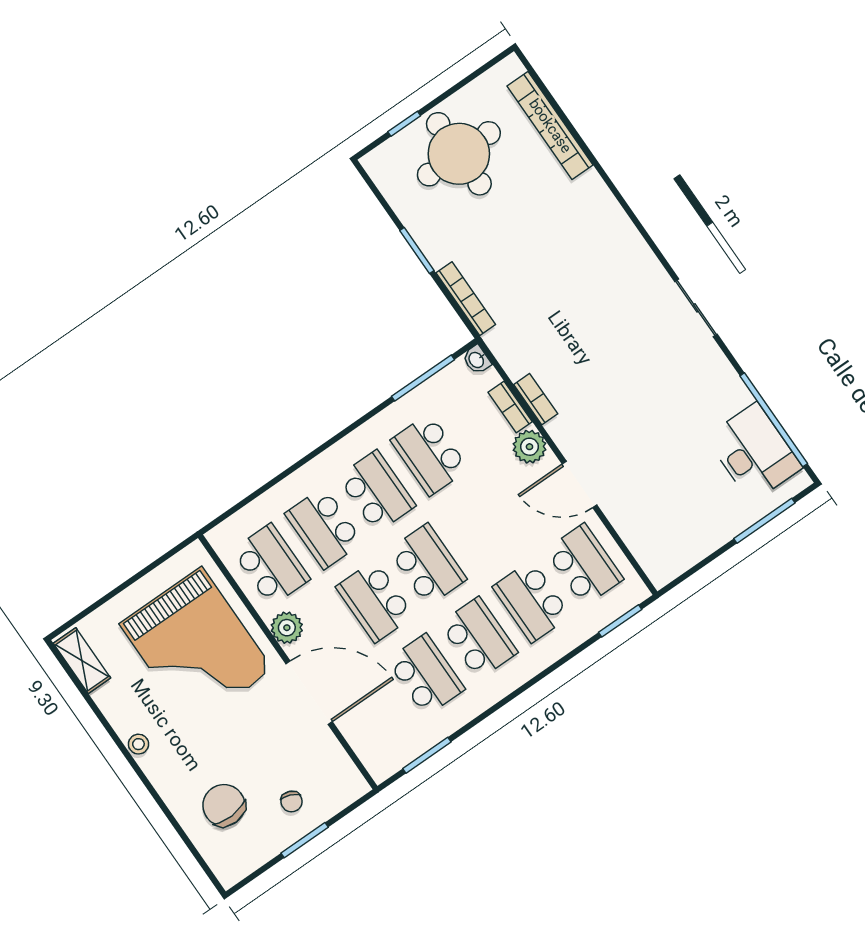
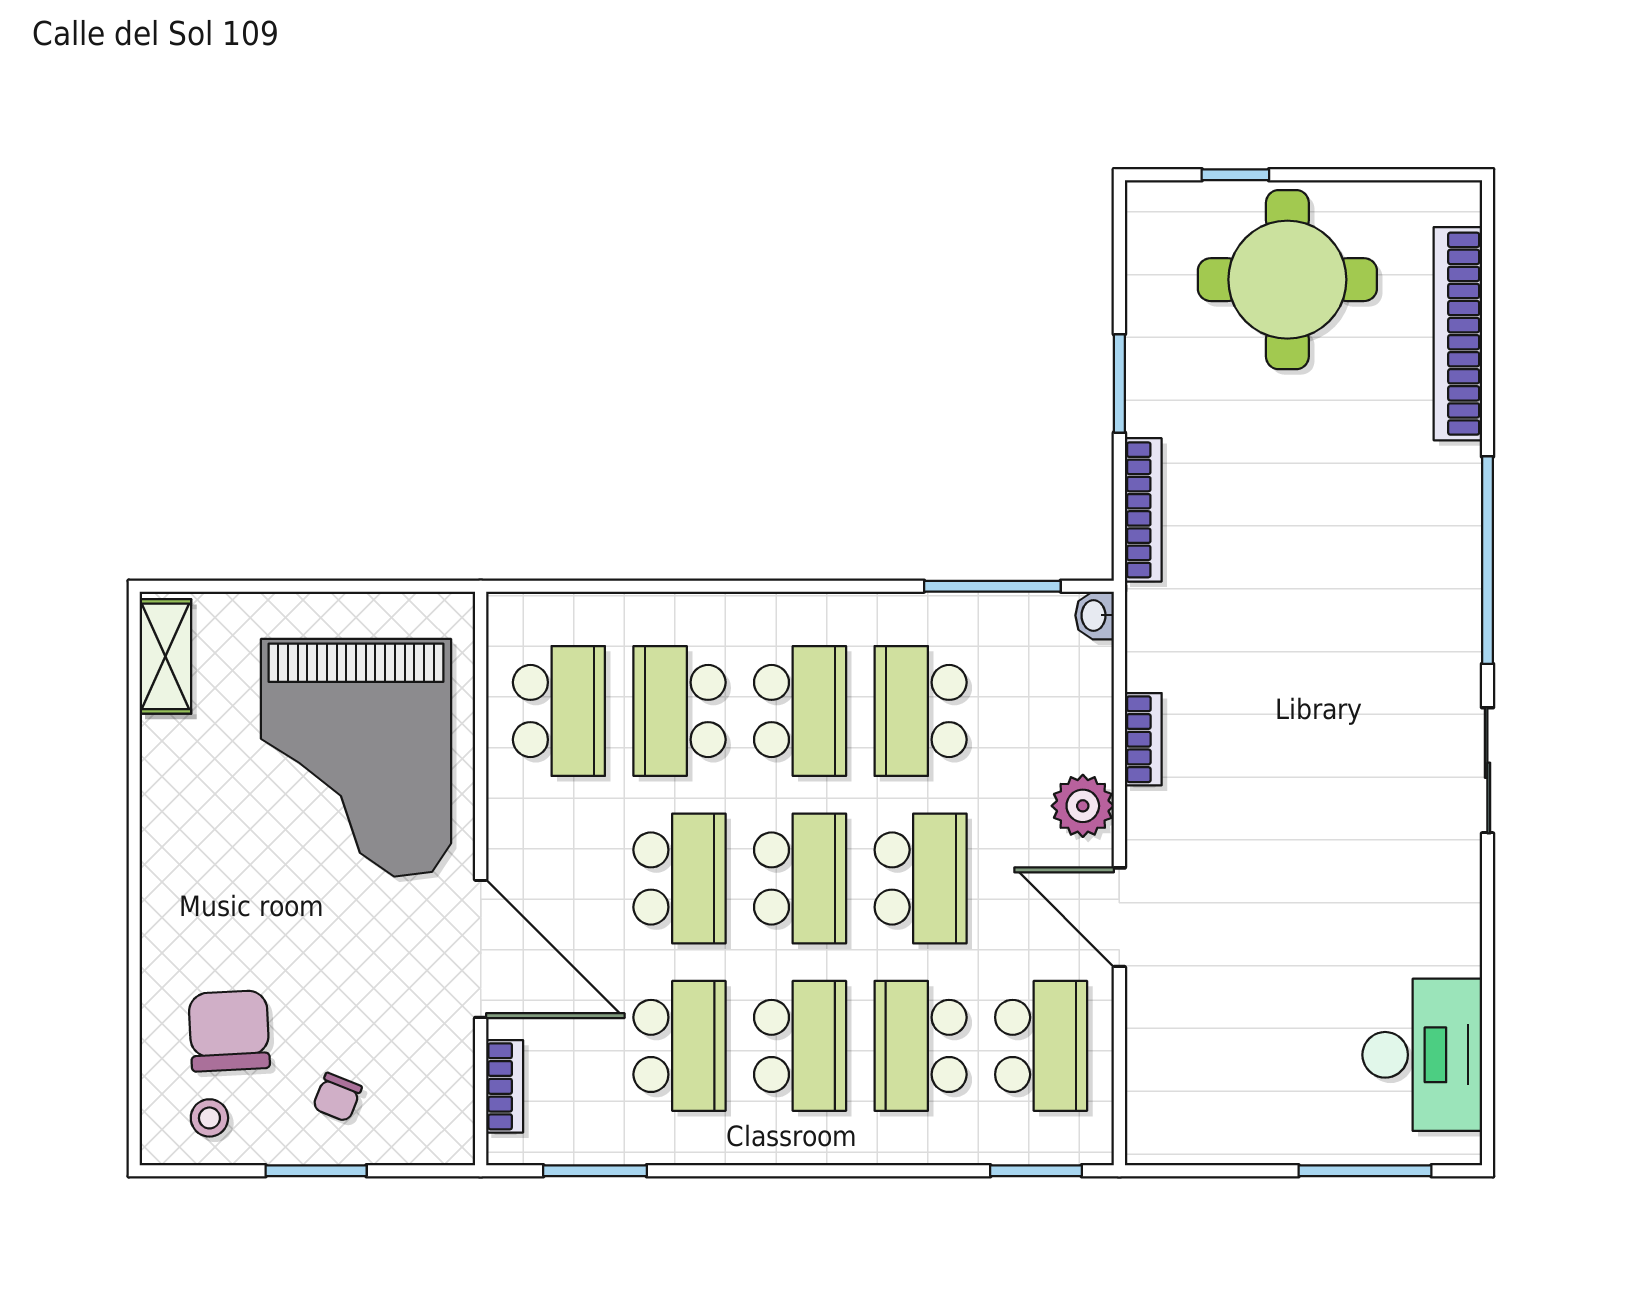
bookcase: (510, 407) -> (505, 1086), moved, turned 180
window: (774, 420) -> (1487, 560), moved
school desk: (481, 528) -> (921, 878), added
school desk: (375, 601) -> (679, 878), turned 180
plant: (287, 628) -> (516, 825), removed
stool: (138, 744) -> (209, 1118), moved

